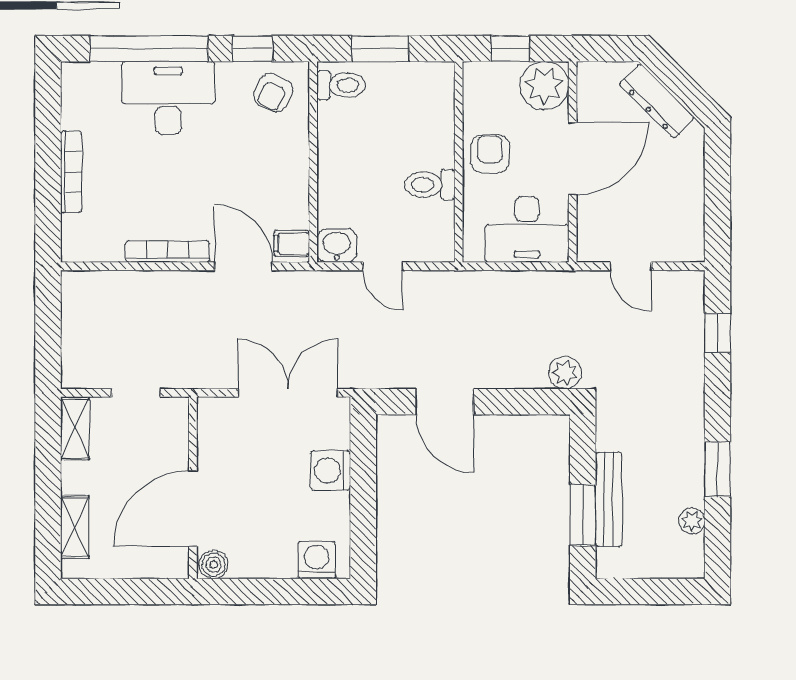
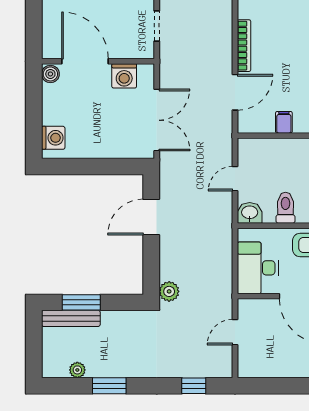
filing cabinet: (292, 244) -> (284, 122), moved
washbasin: (337, 246) -> (250, 213), moved, turned -90
washing machine: (331, 470) -> (124, 76), moved, turned 180
bench: (609, 499) -> (71, 318), moved

